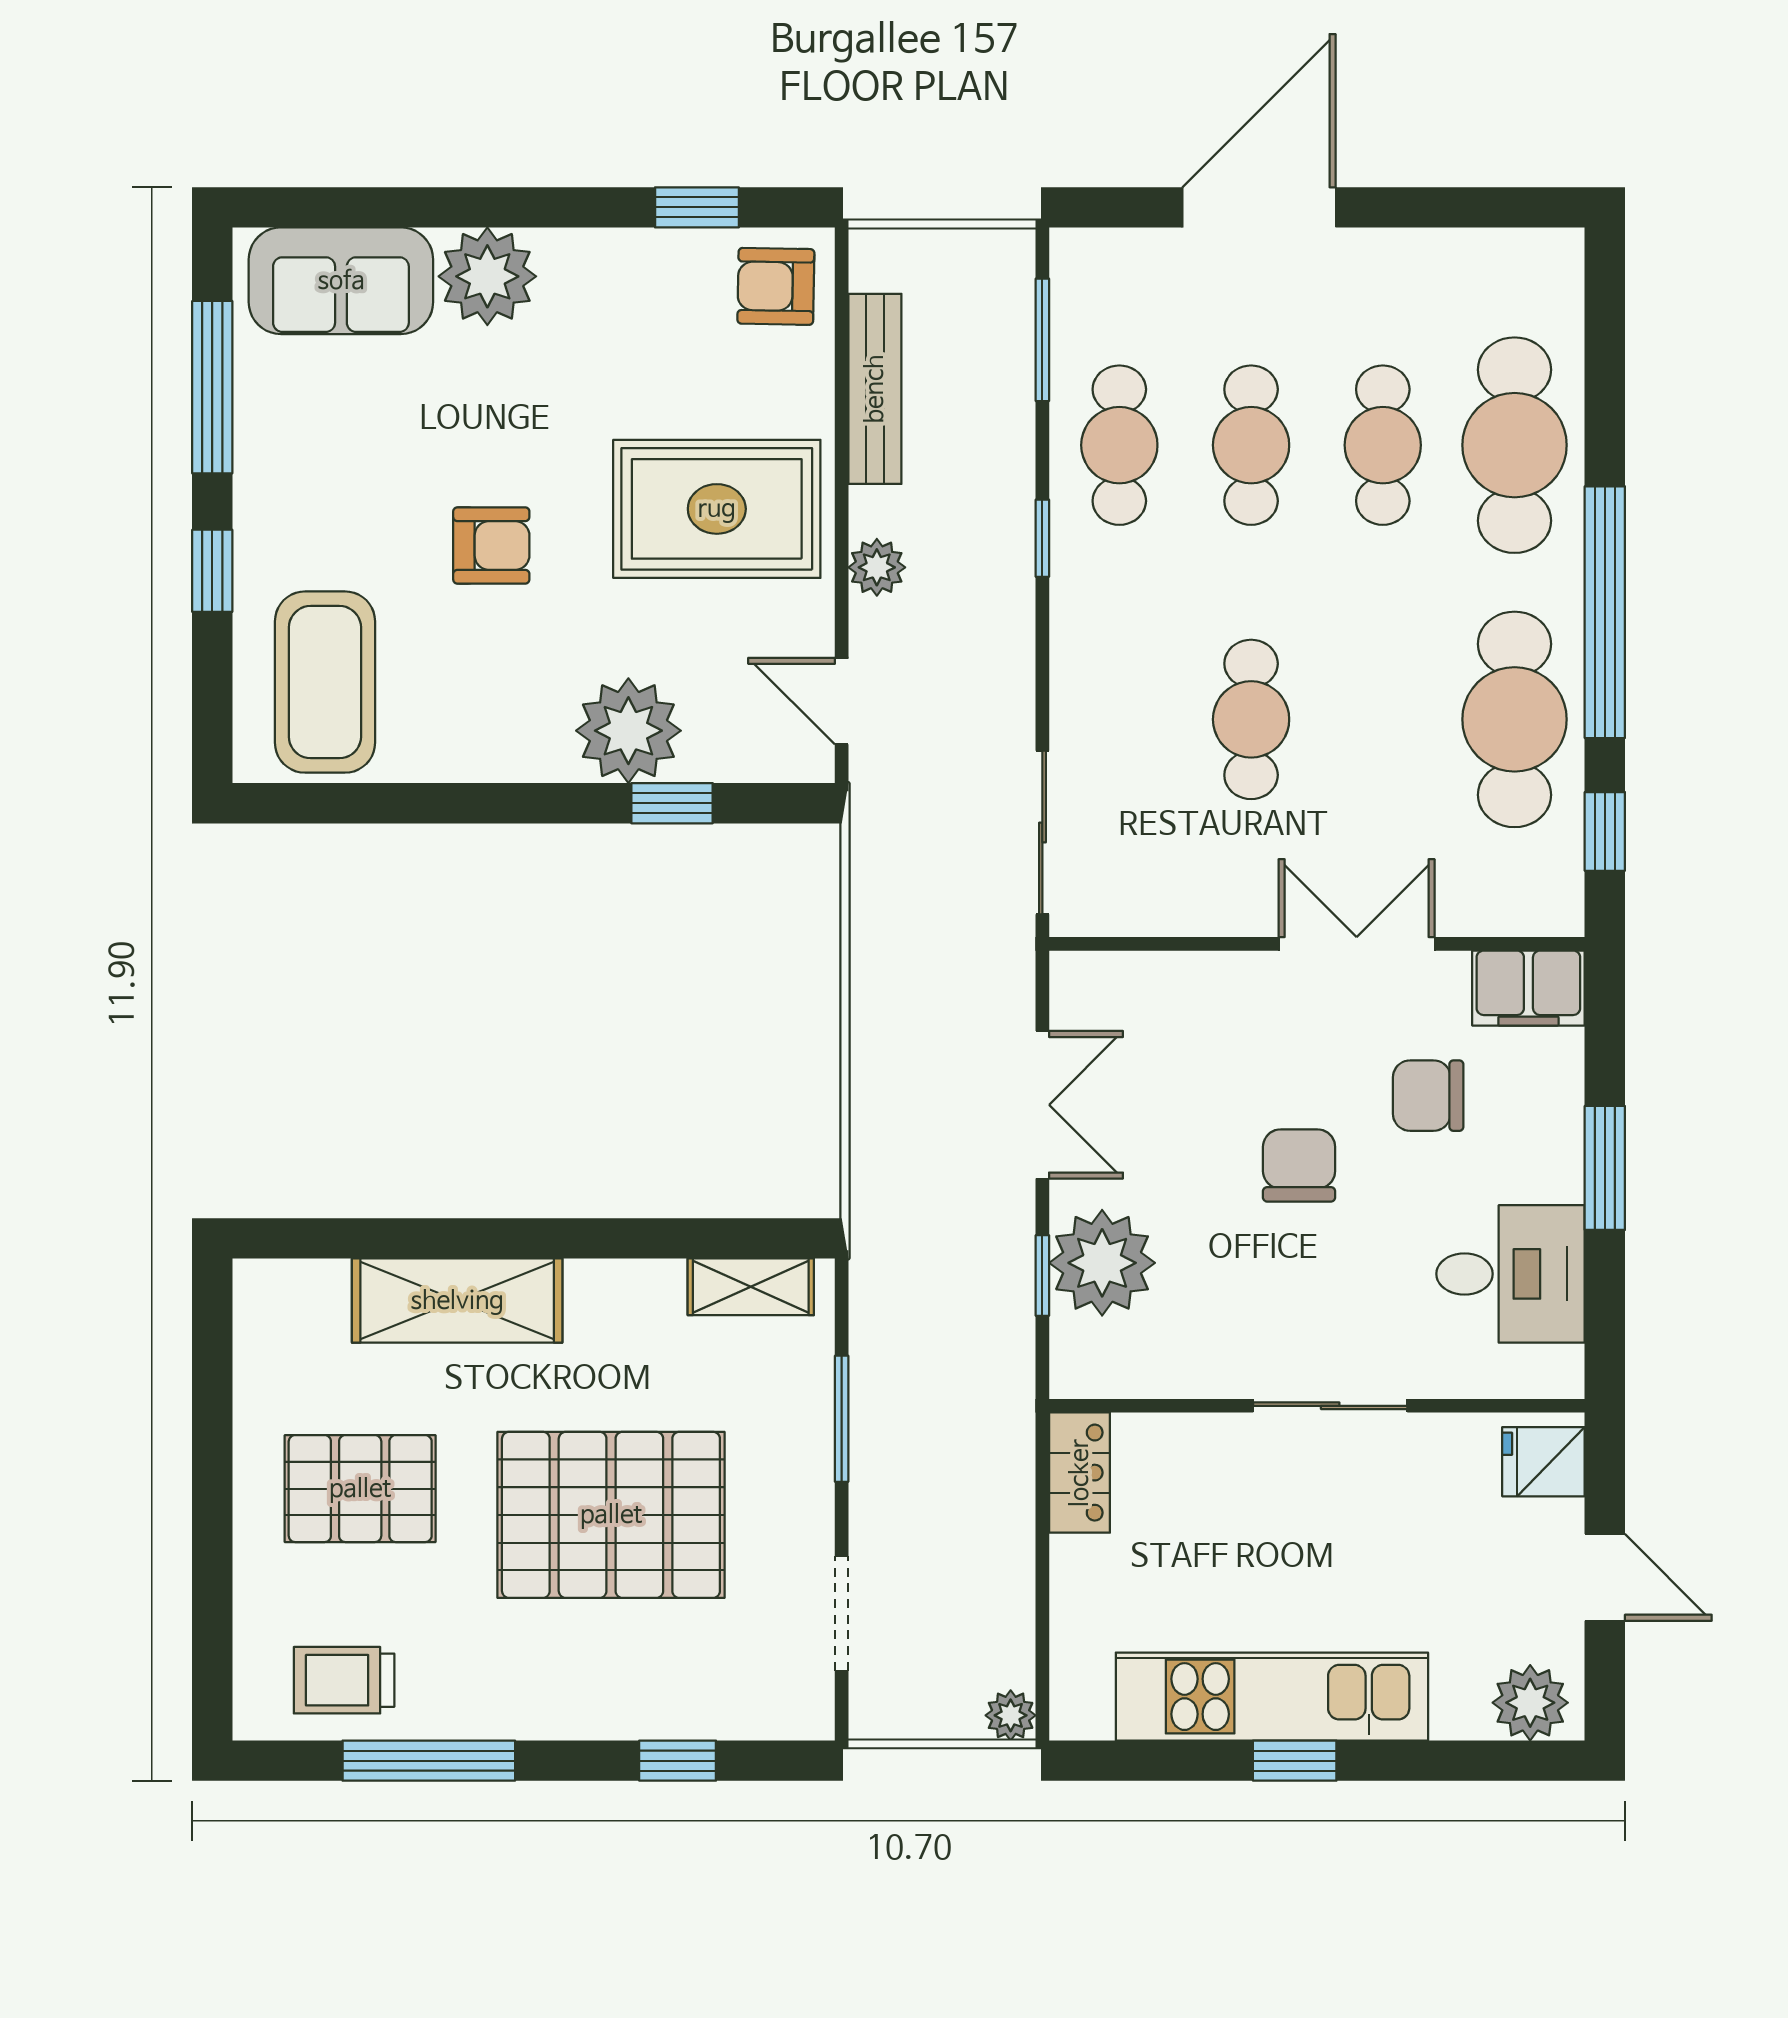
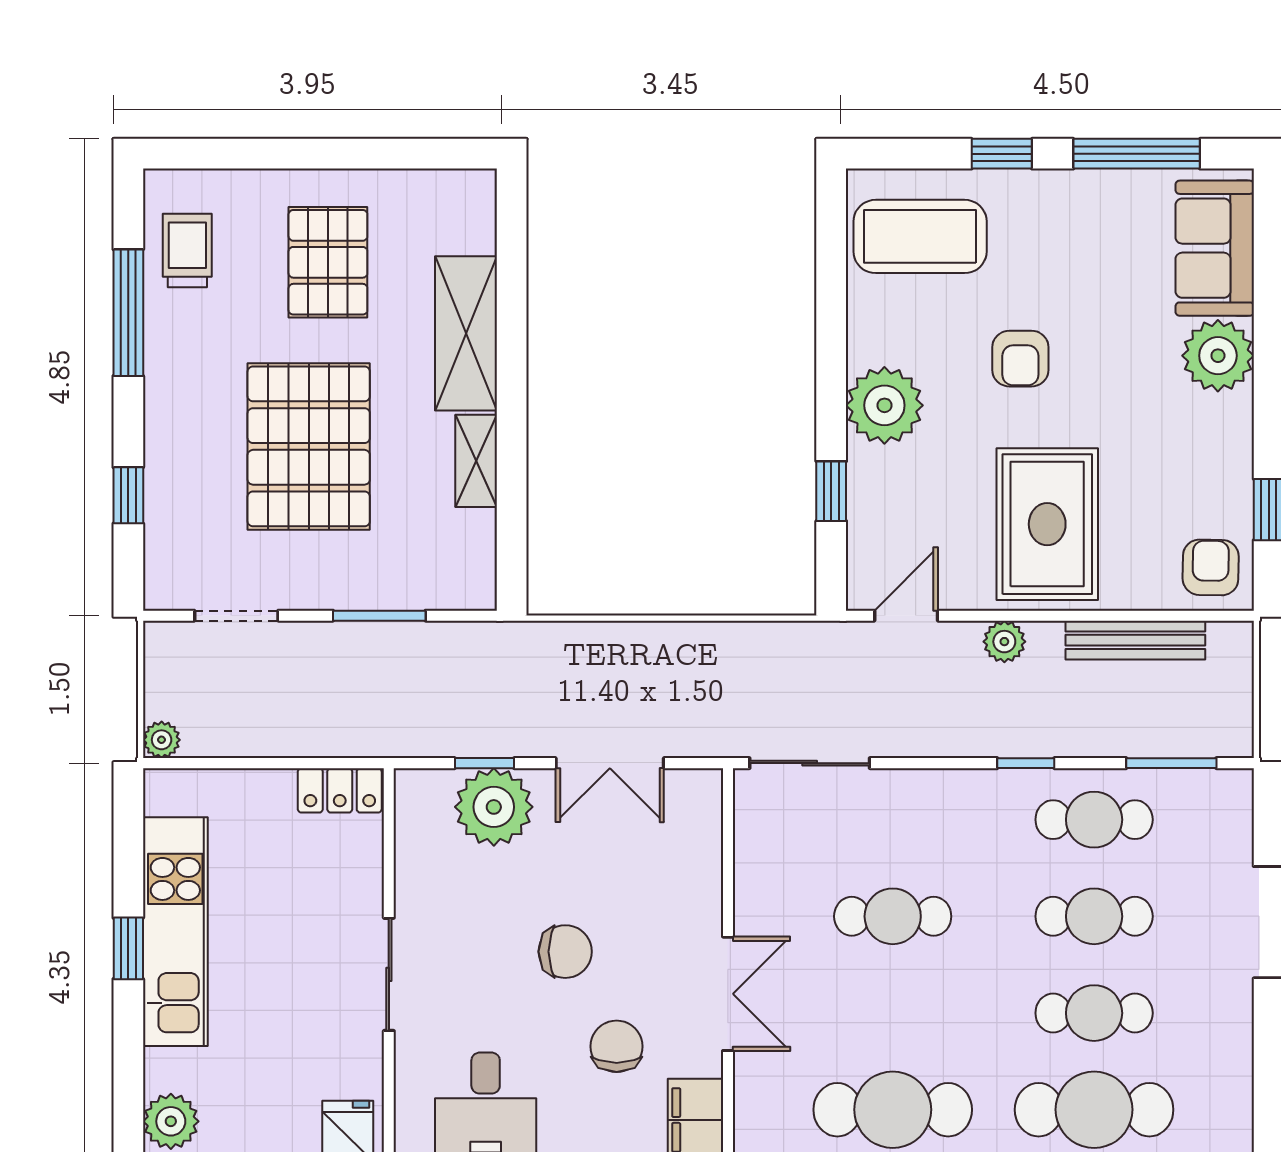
plant: (628, 731) -> (884, 405), moved
shelving: (751, 1287) -> (476, 461), moved

